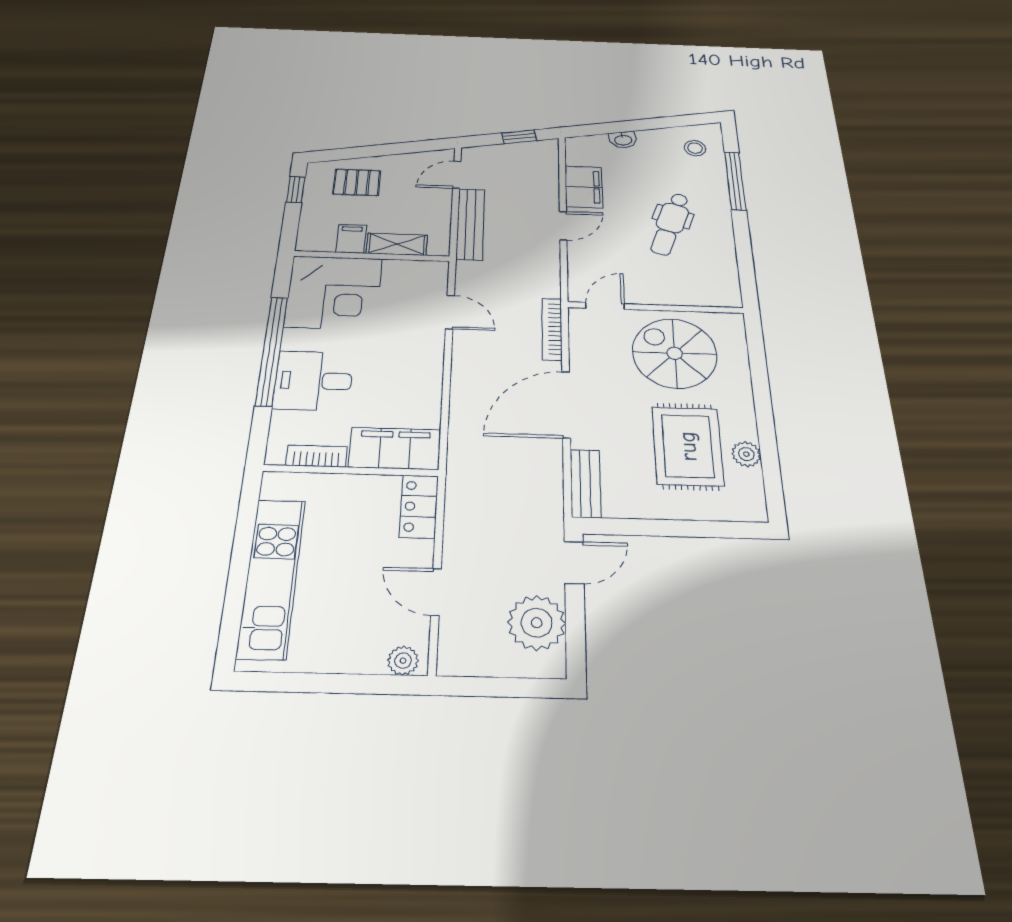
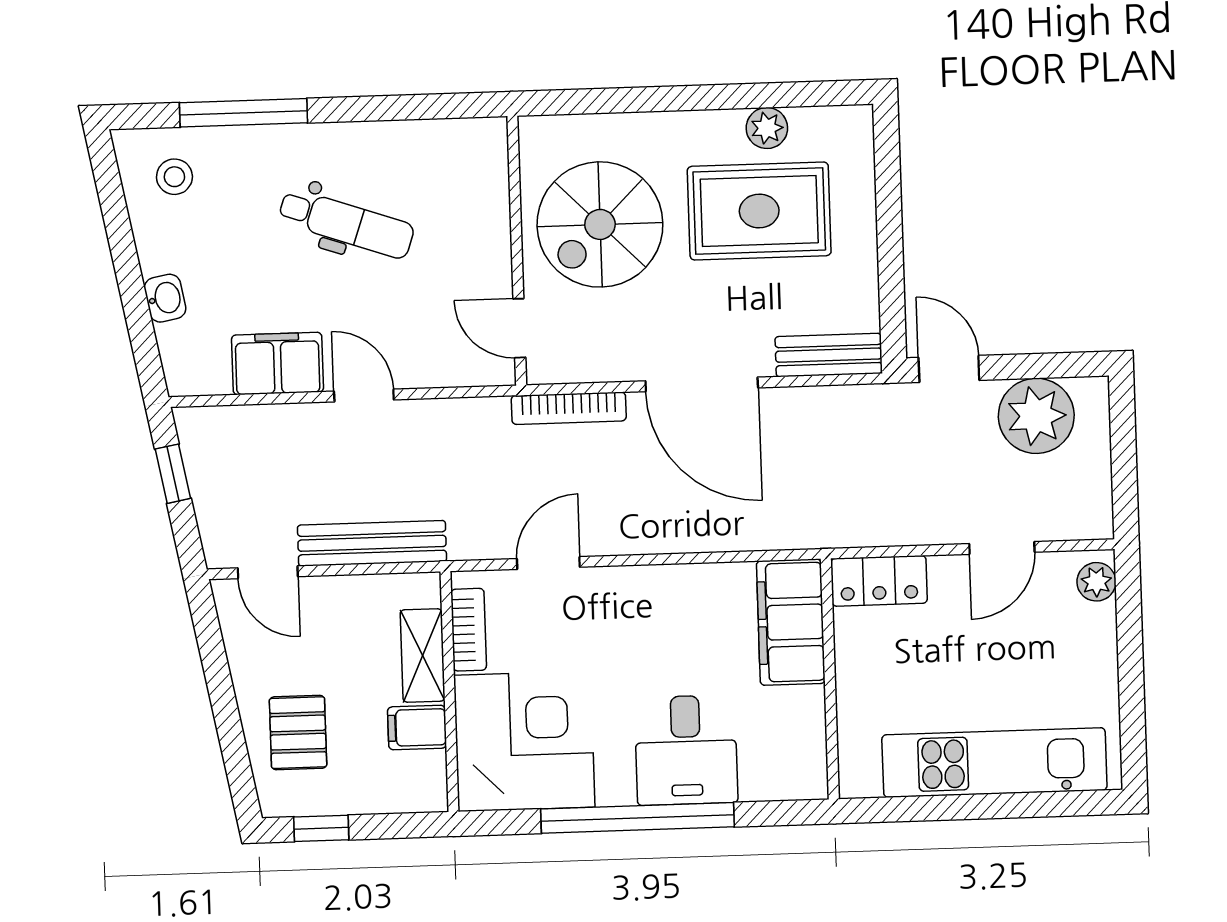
bookcase: (317, 456) -> (469, 630), moved, turned 180

